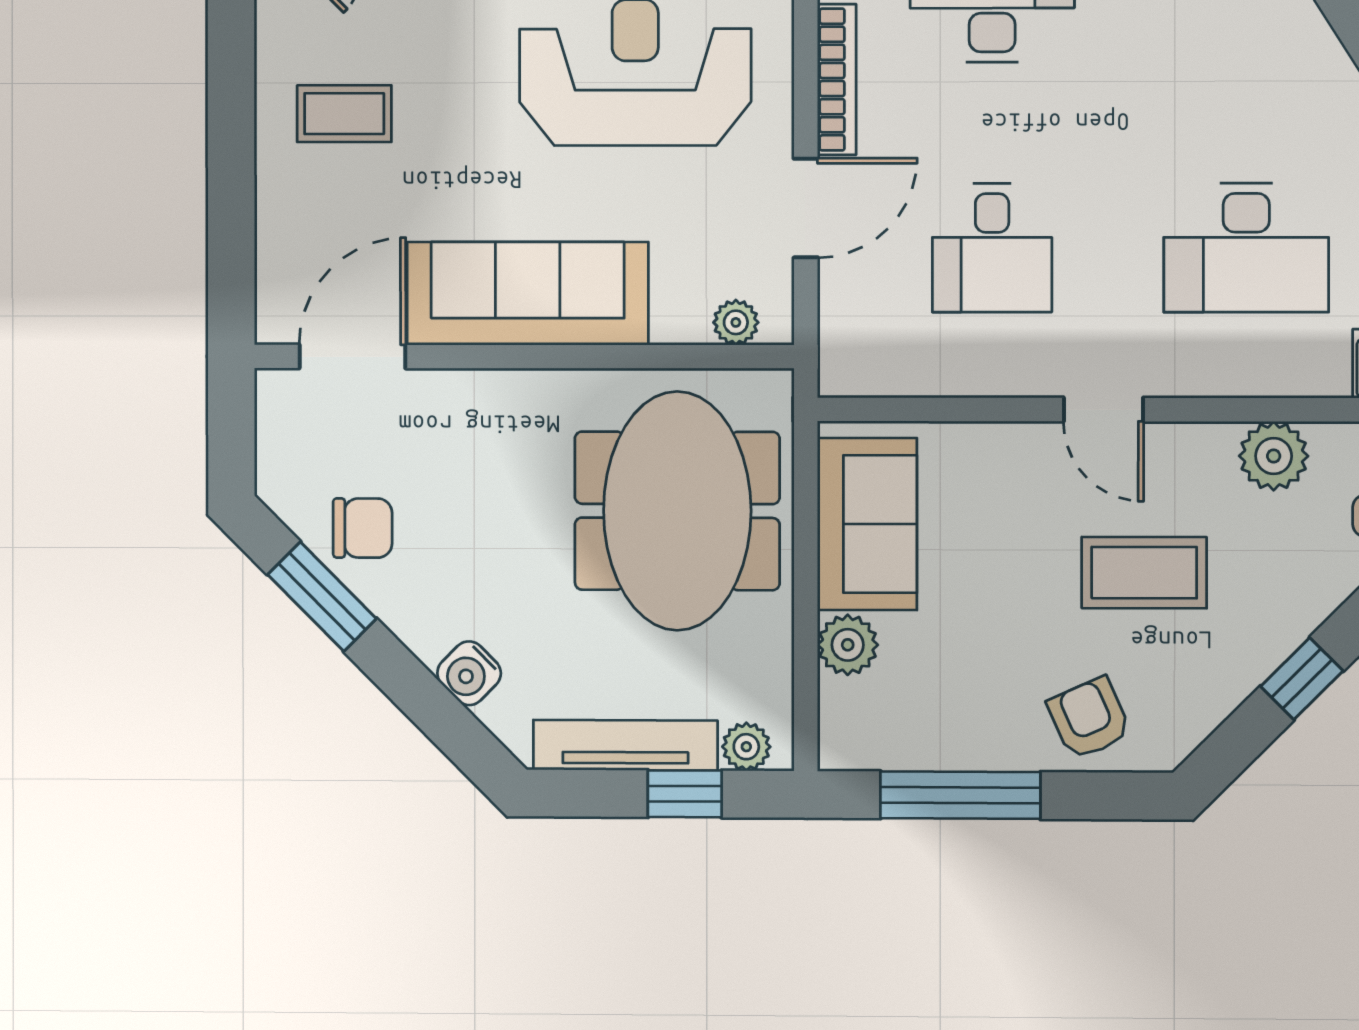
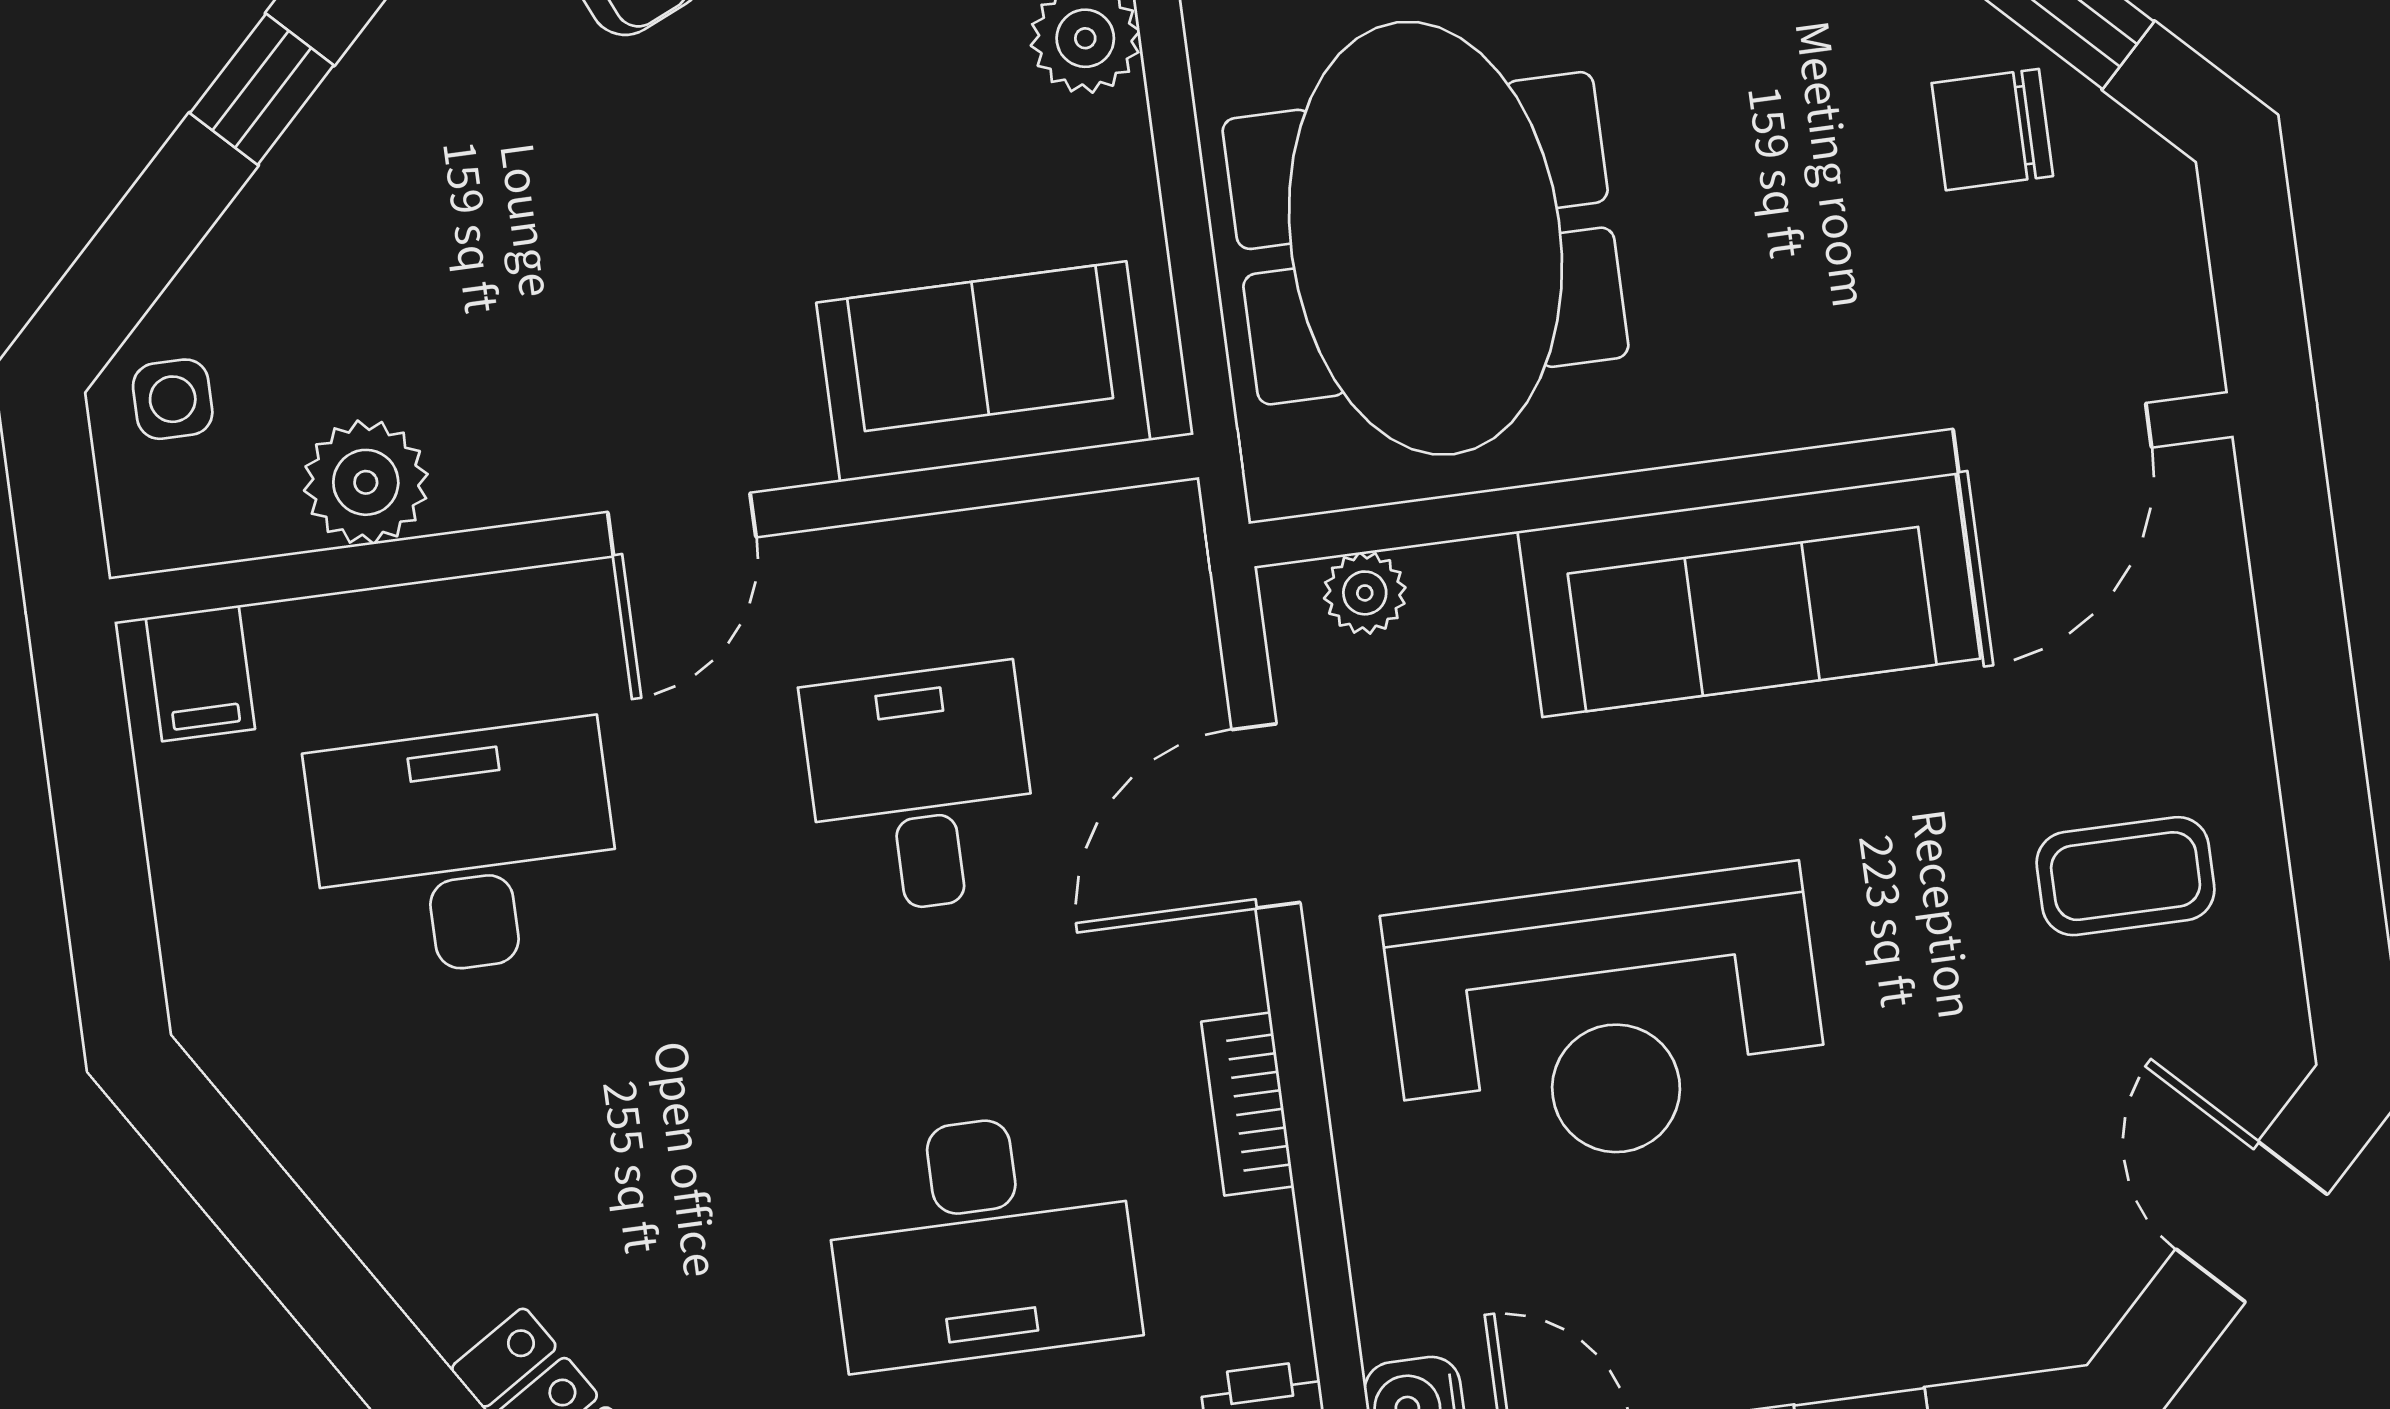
bookcase: (837, 80) -> (1248, 1104), width x0.64
door: (1103, 410) -> (682, 525), swing flipped
sofa: (867, 524) -> (983, 372), moved, turned 90
coffee table: (1144, 573) -> (570, 241), removed

